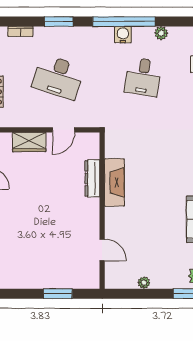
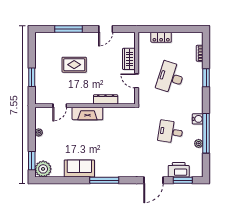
window: (124, 22) -> (206, 133), moved
fireplace: (114, 182) -> (87, 114), moved
rug: (38, 227) -> (74, 65), added

